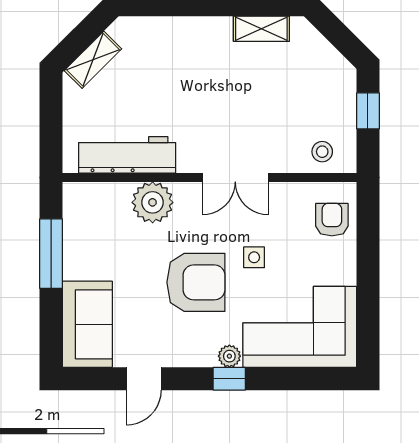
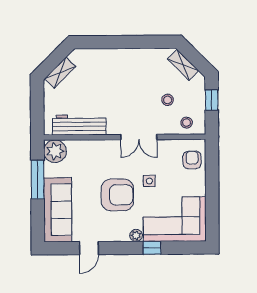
shelving: (261, 29) -> (183, 65), moved, turned 45
stool: (288, 110) -> (168, 100), added
plant: (153, 202) -> (55, 151), moved
sofa: (87, 324) -> (58, 210), width x1.36
window: (229, 379) -> (152, 248), moved

